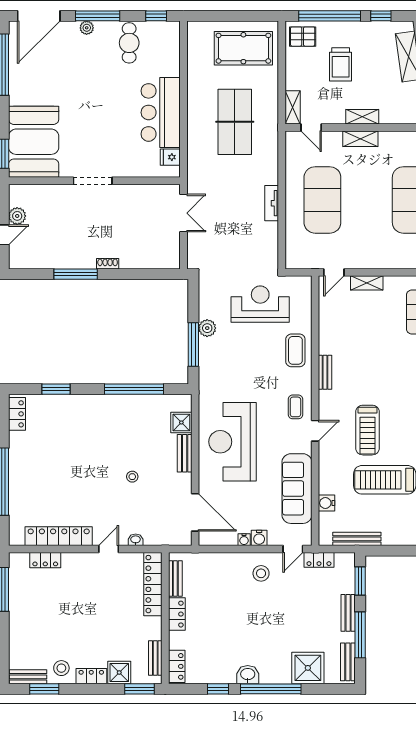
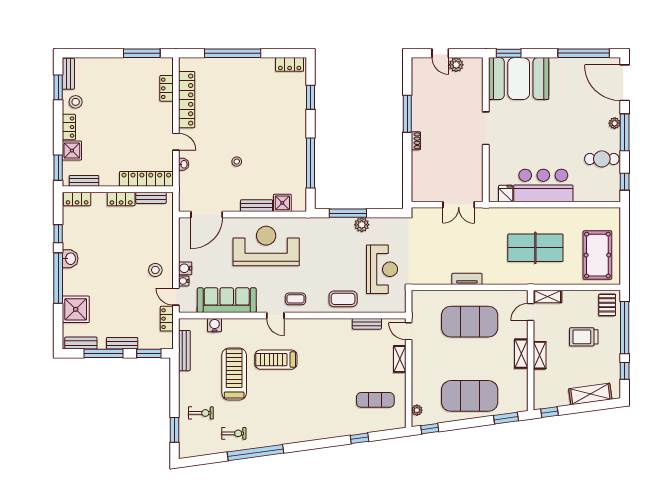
bench: (325, 372) -> (367, 324), moved
water cooler: (244, 540) -> (184, 281), moved

